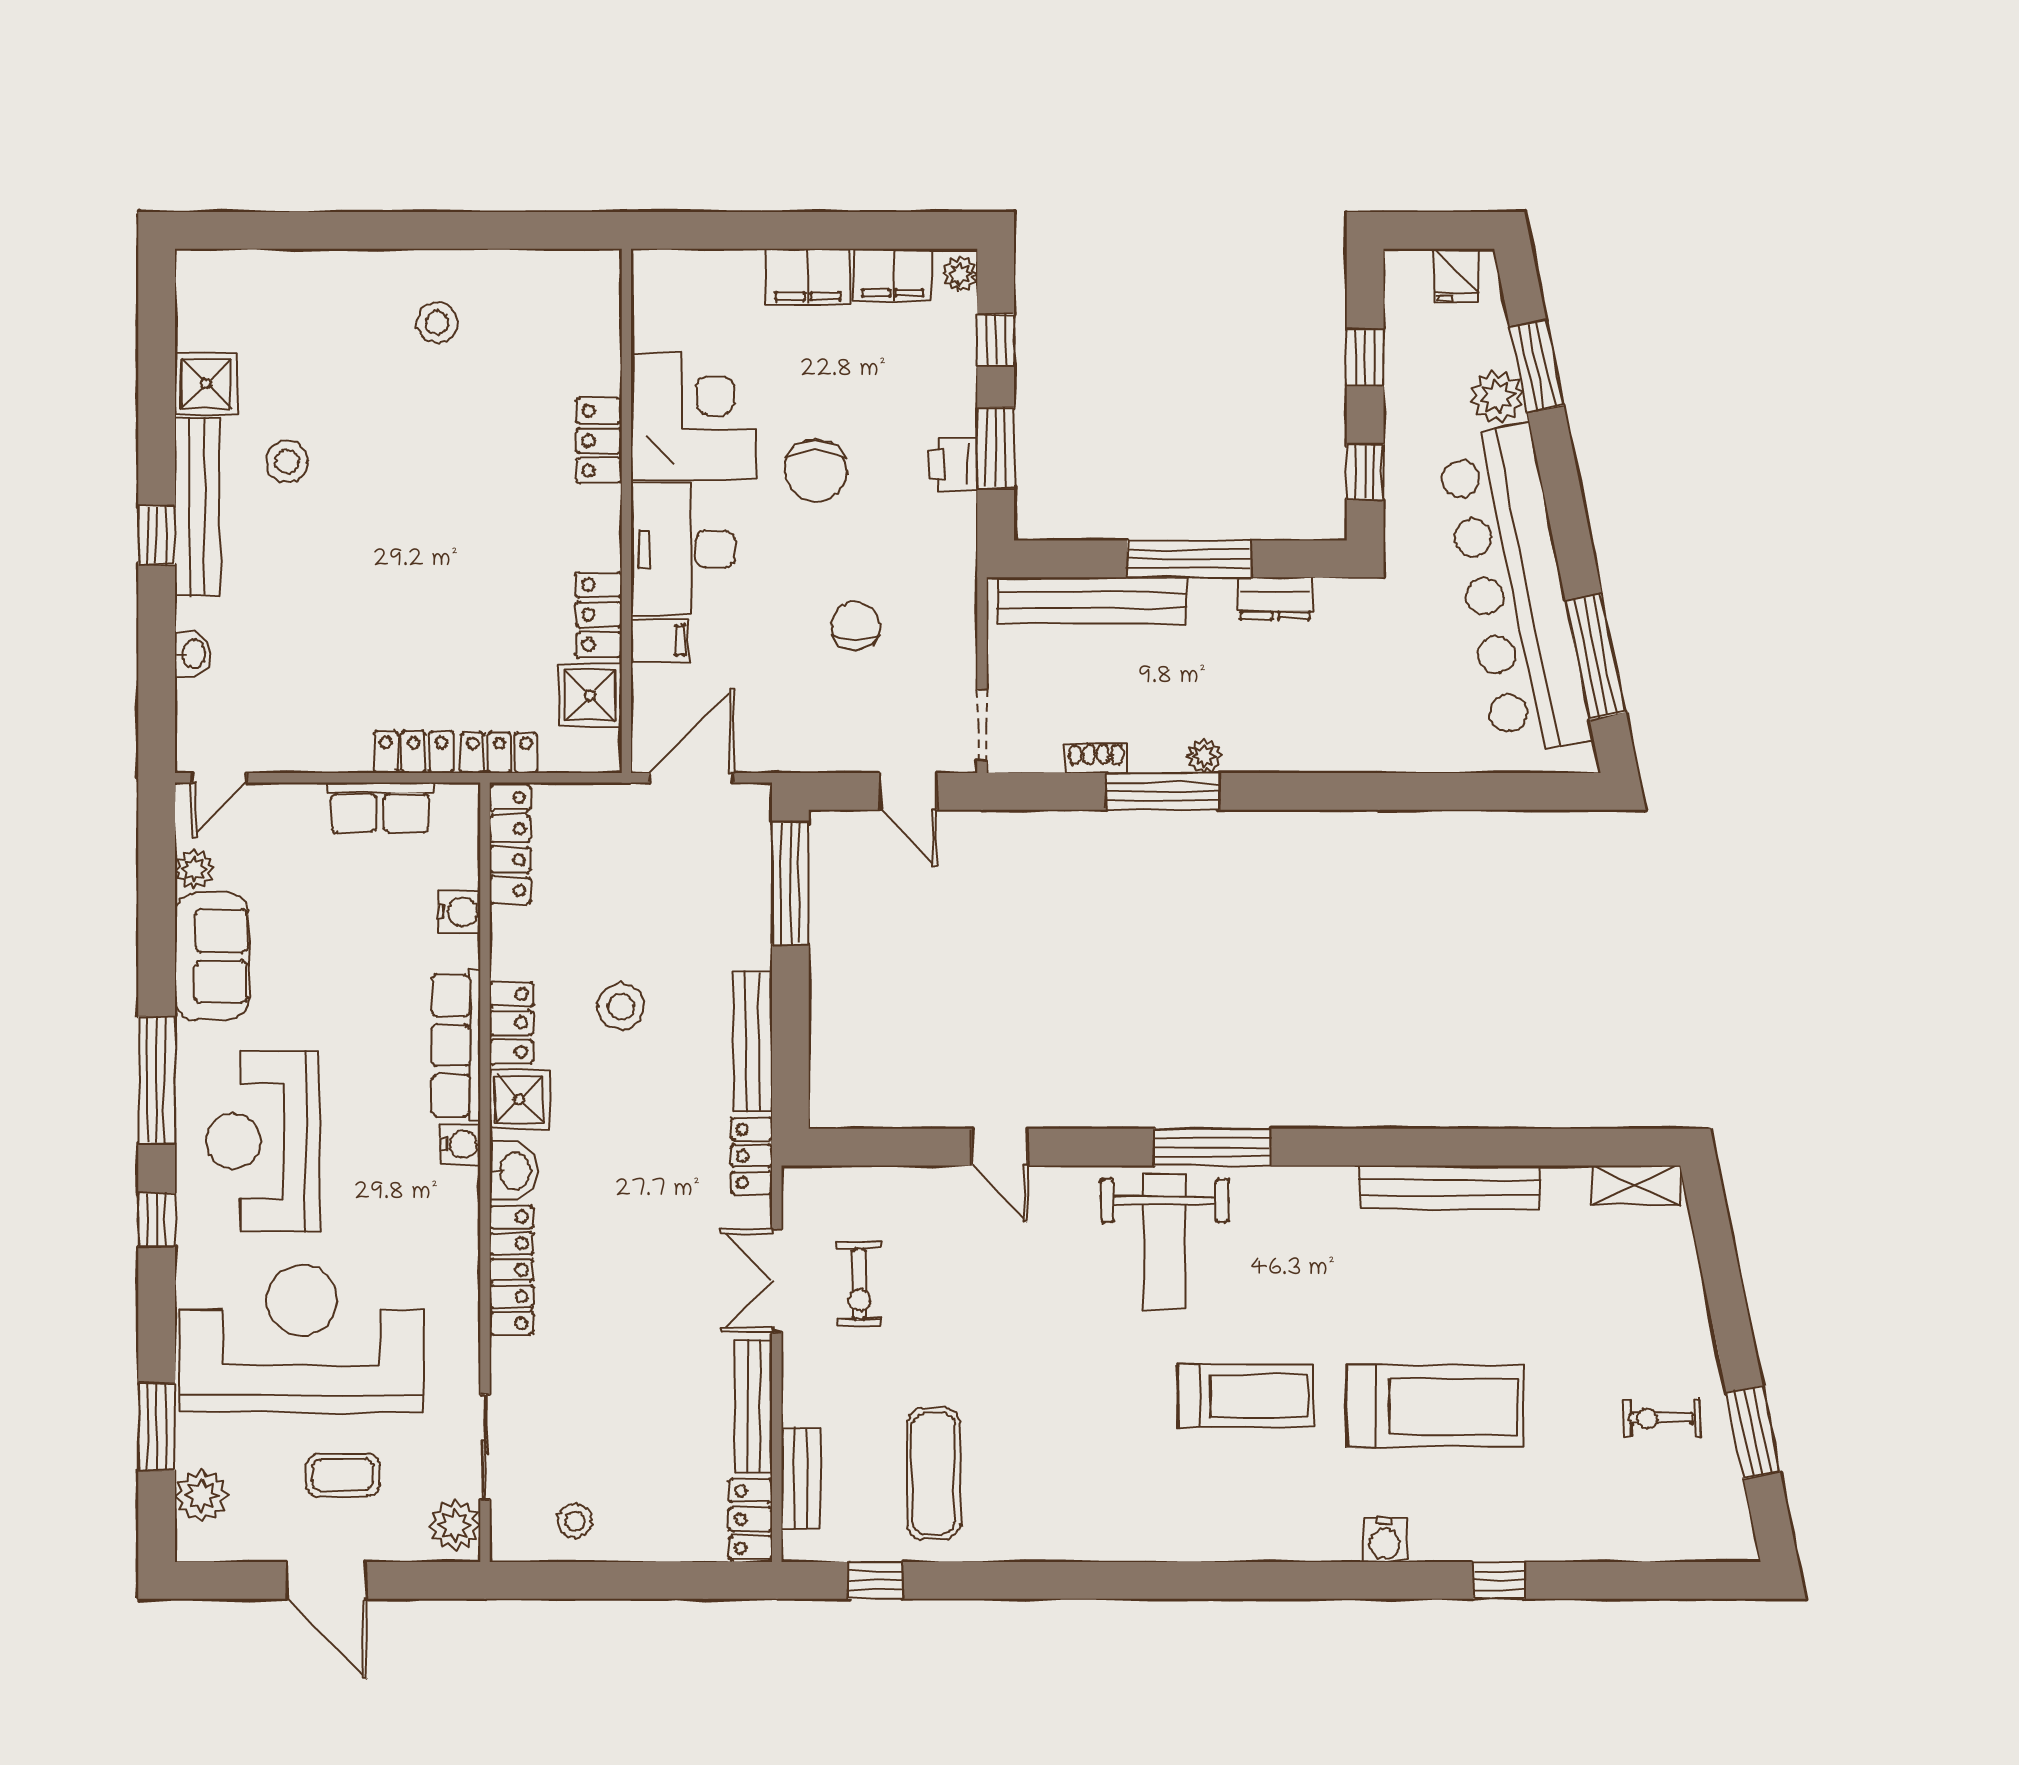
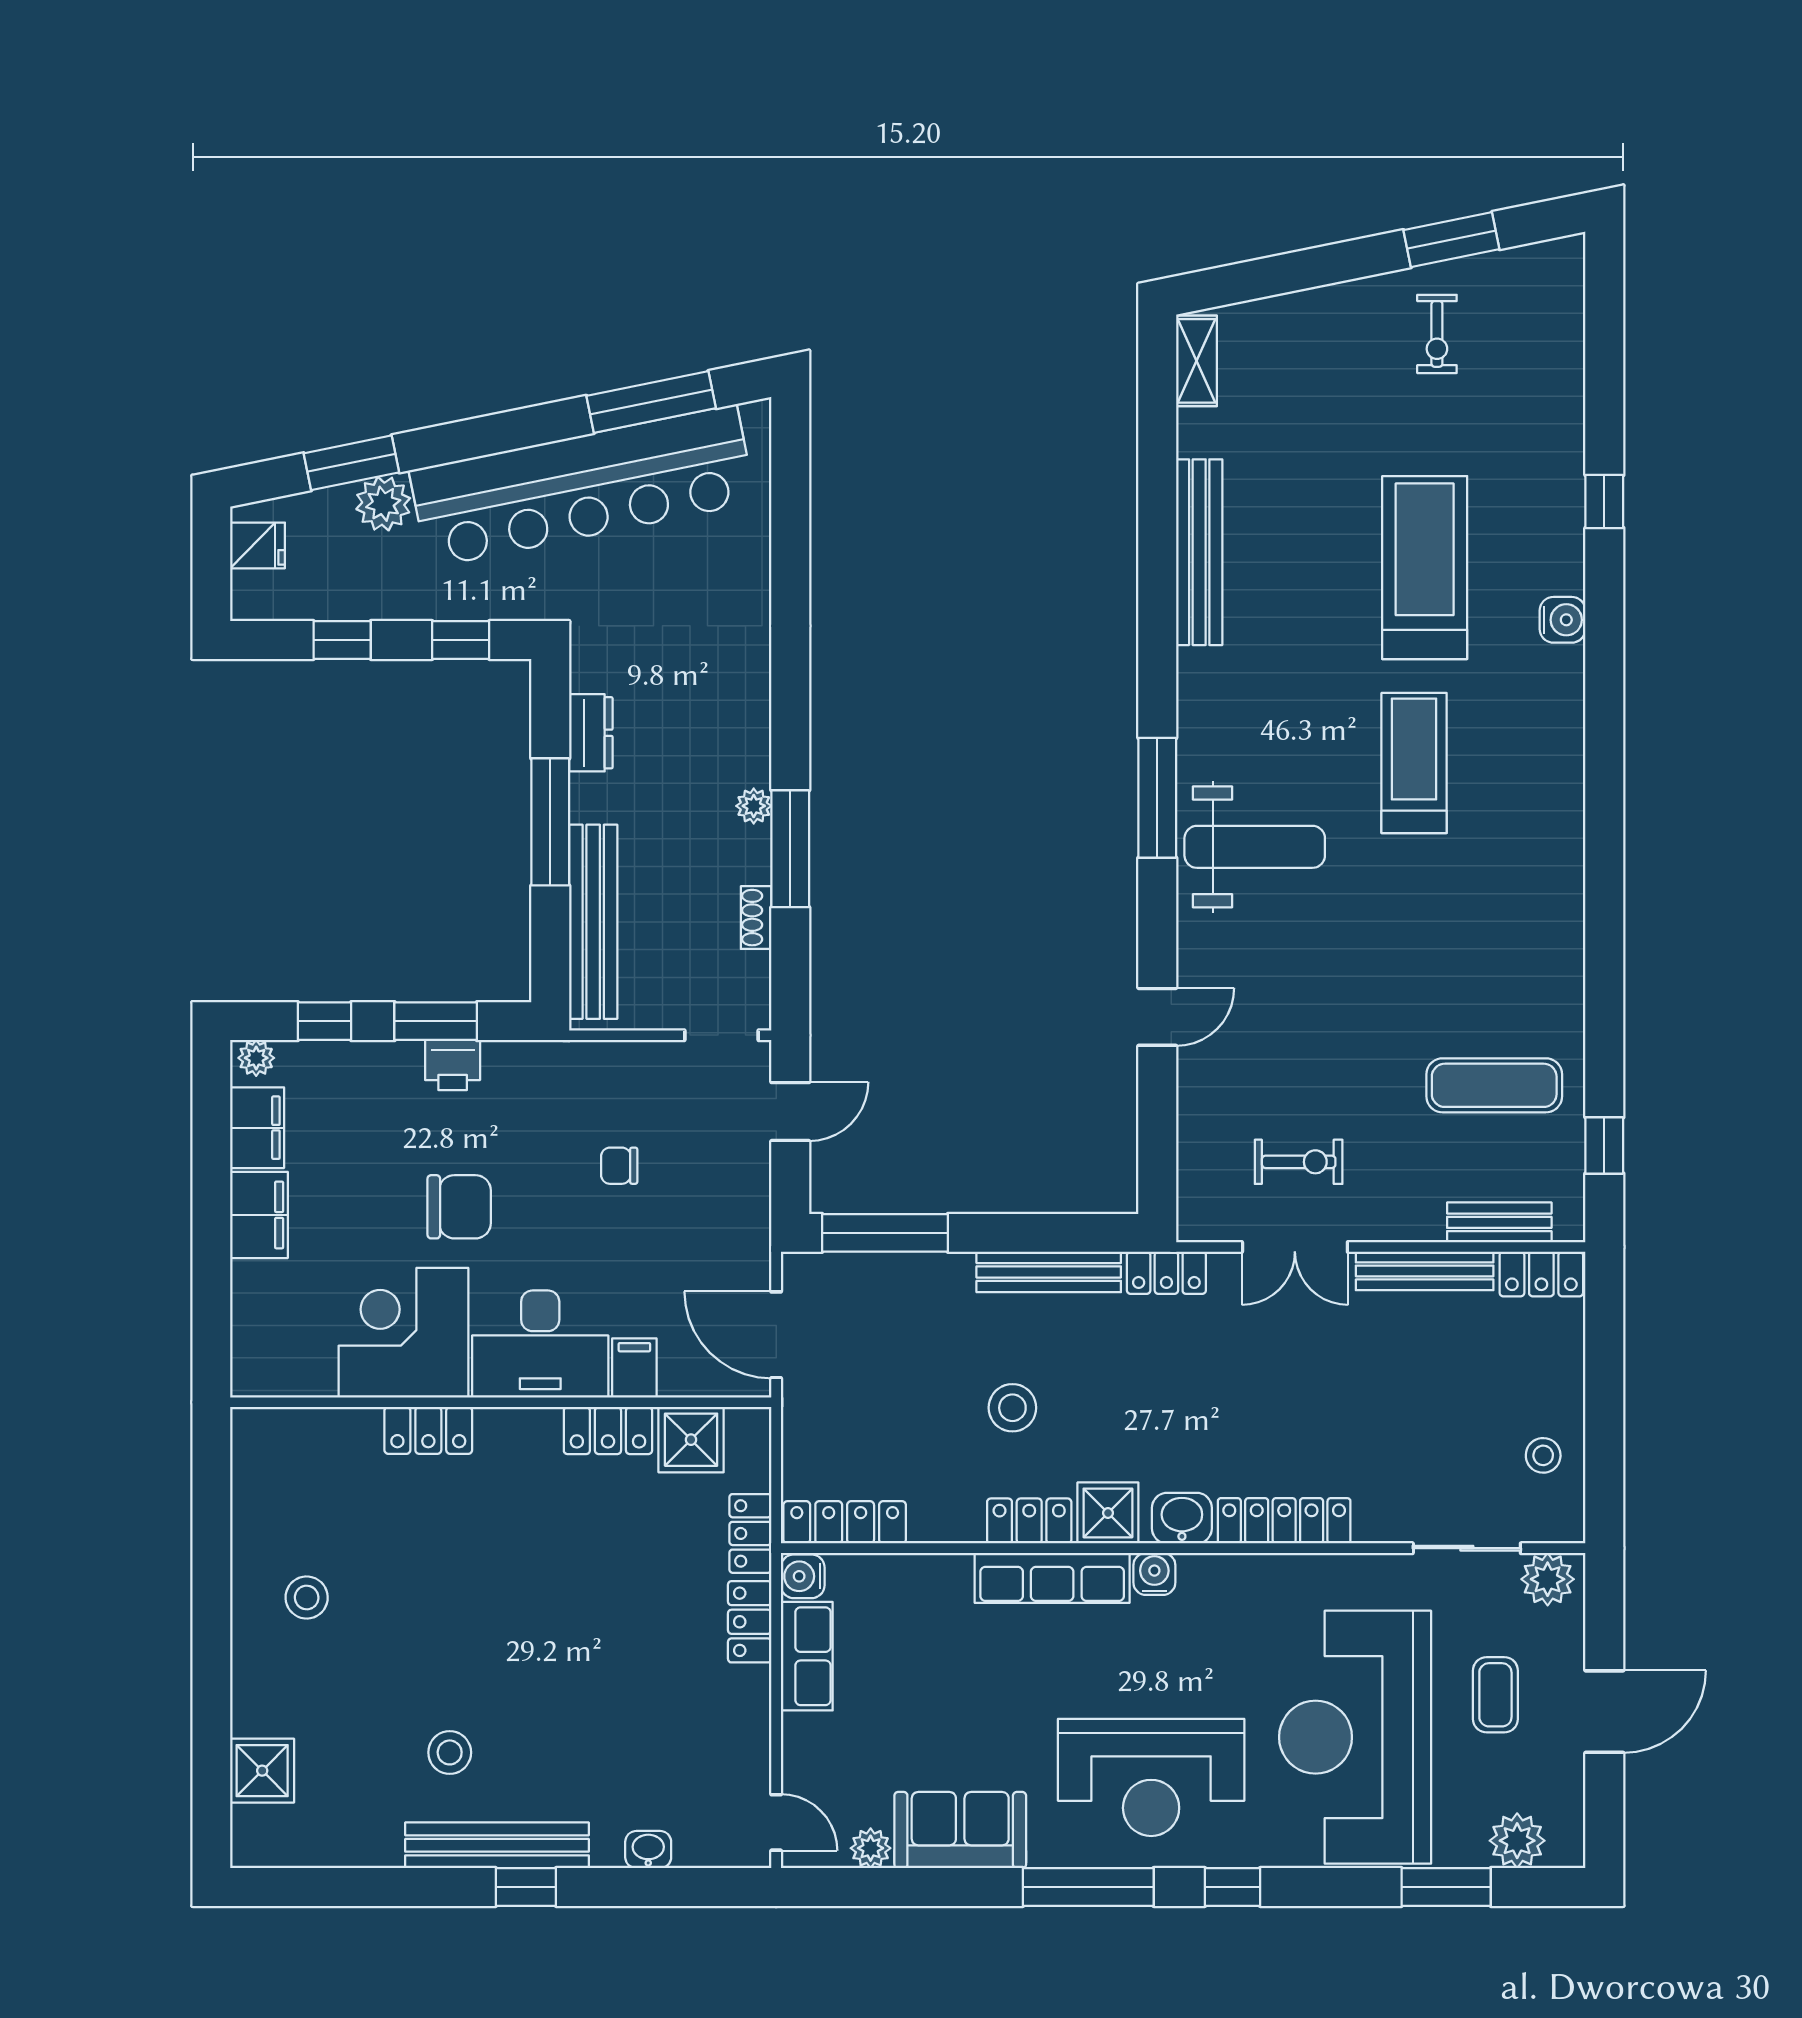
shower: (206, 384) -> (262, 1771), moved
chair: (856, 626) -> (619, 1166), width x0.73, depth x0.73
water cooler: (459, 912) -> (803, 1576), moved, turned -90

